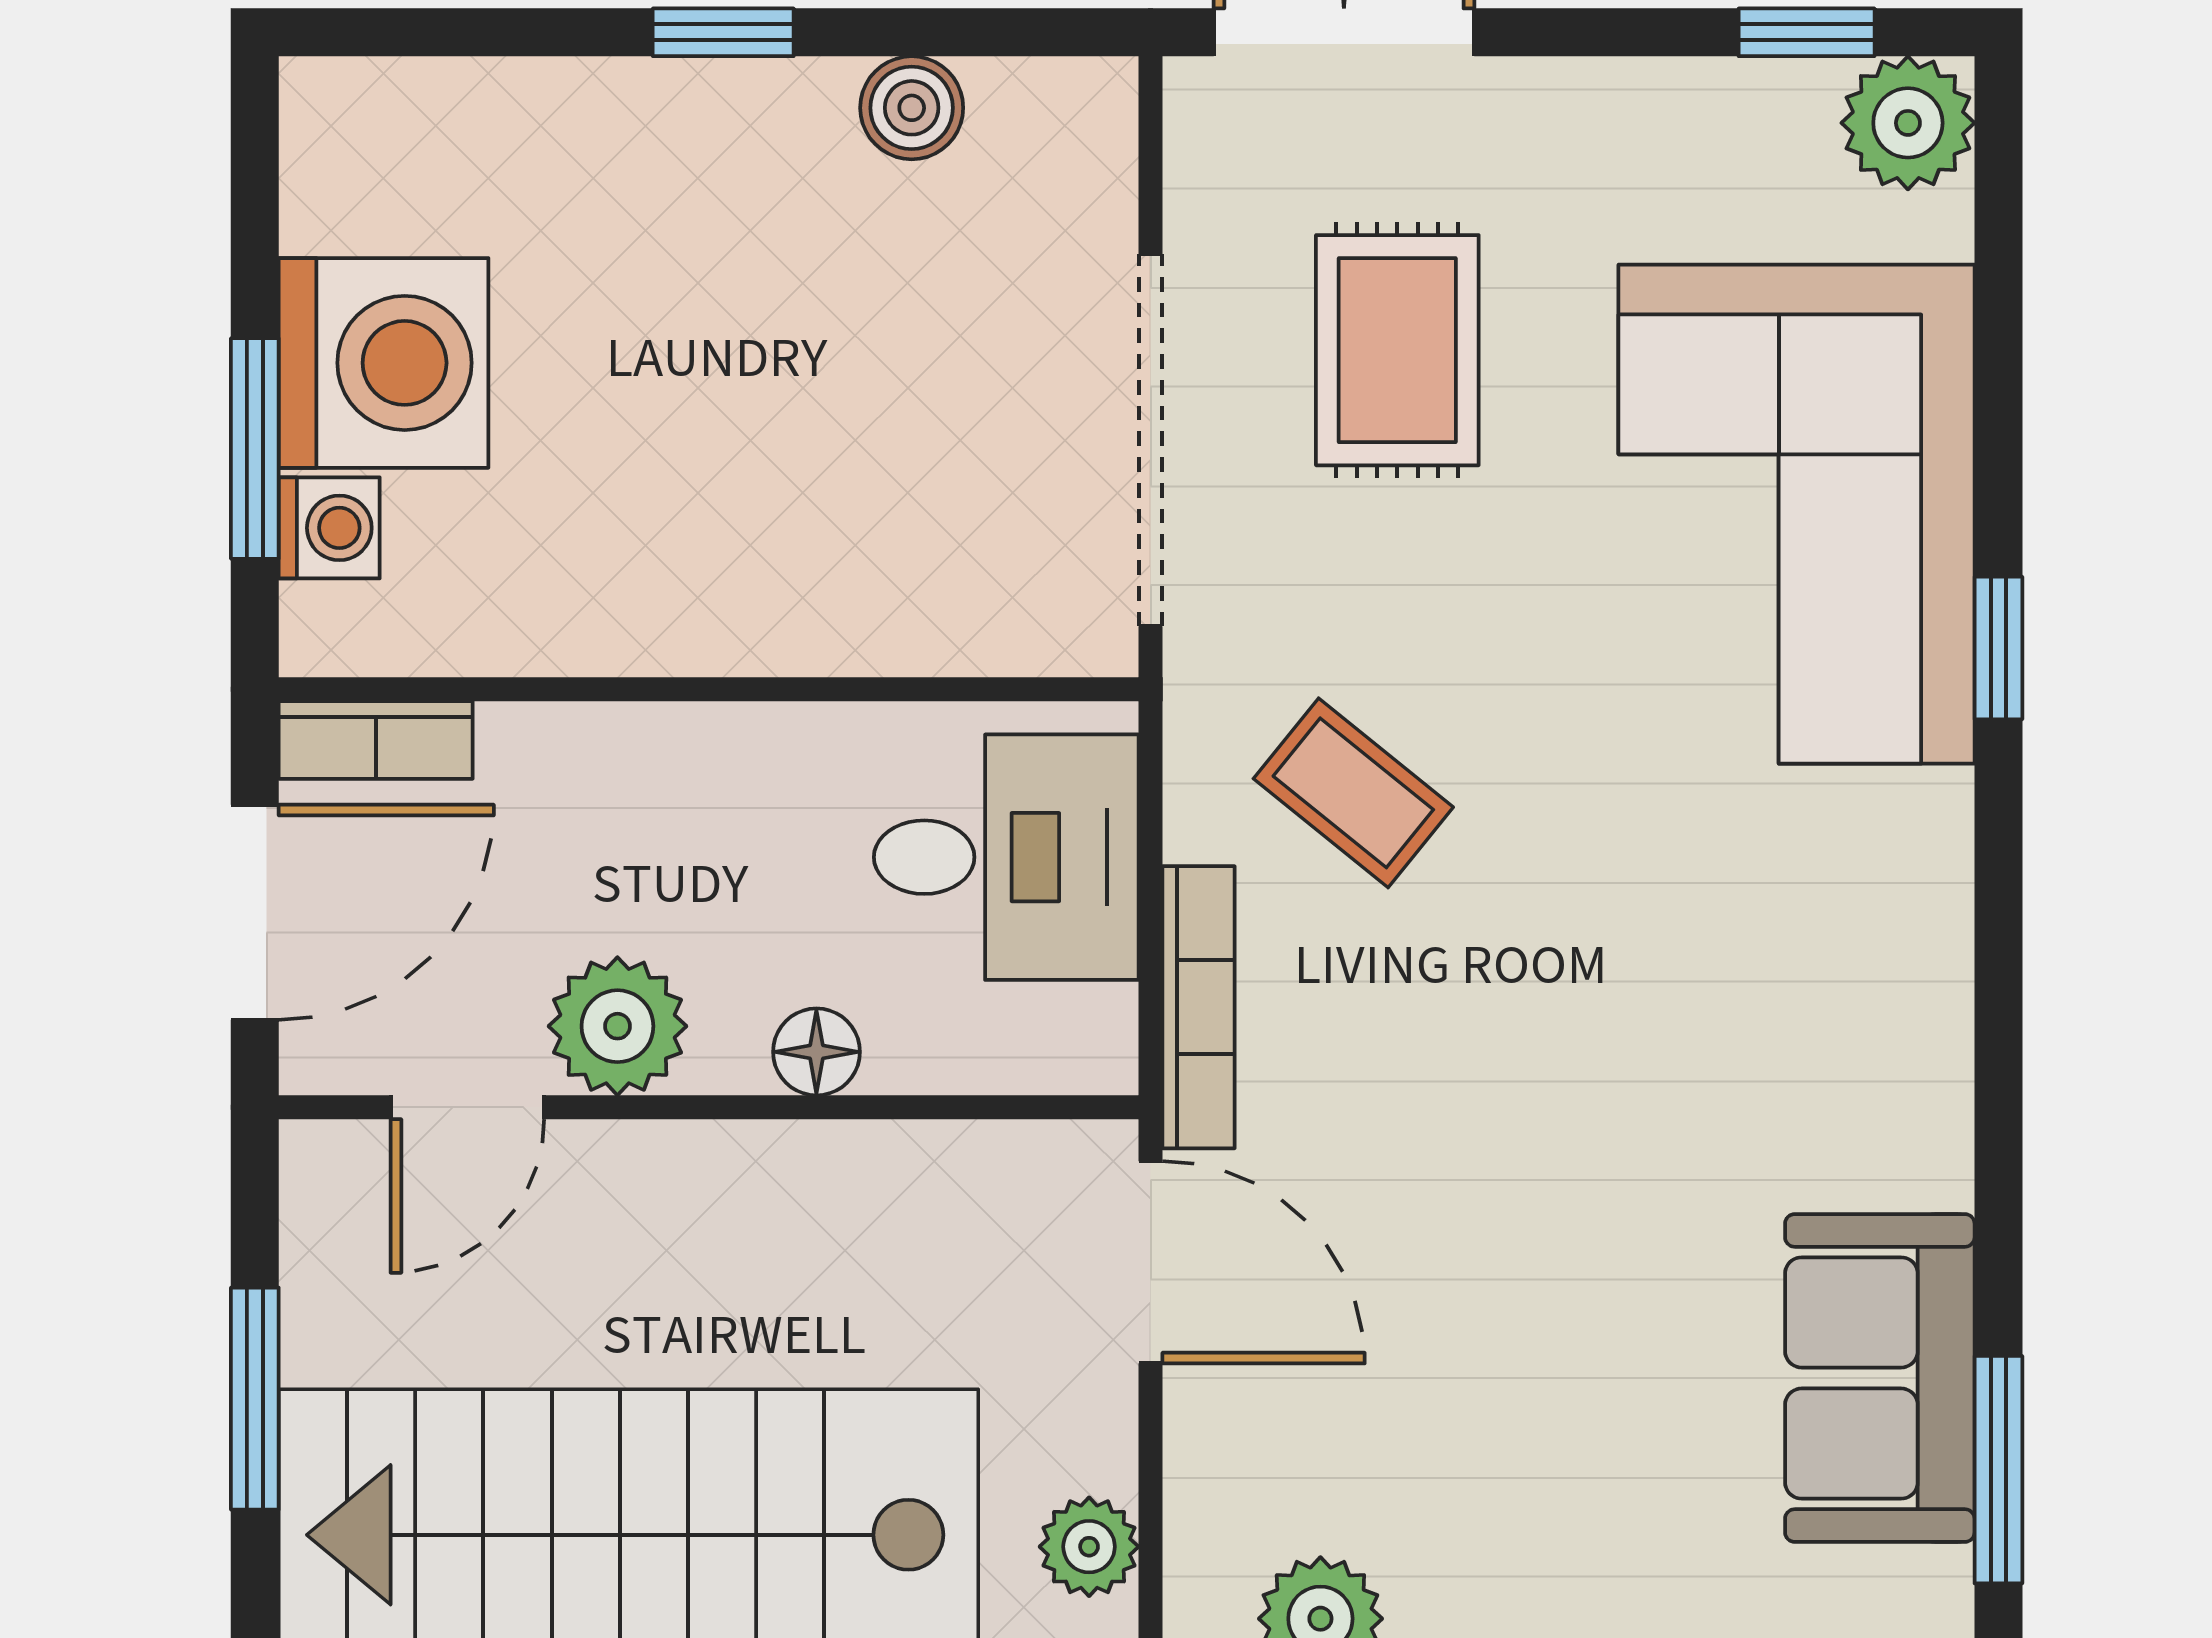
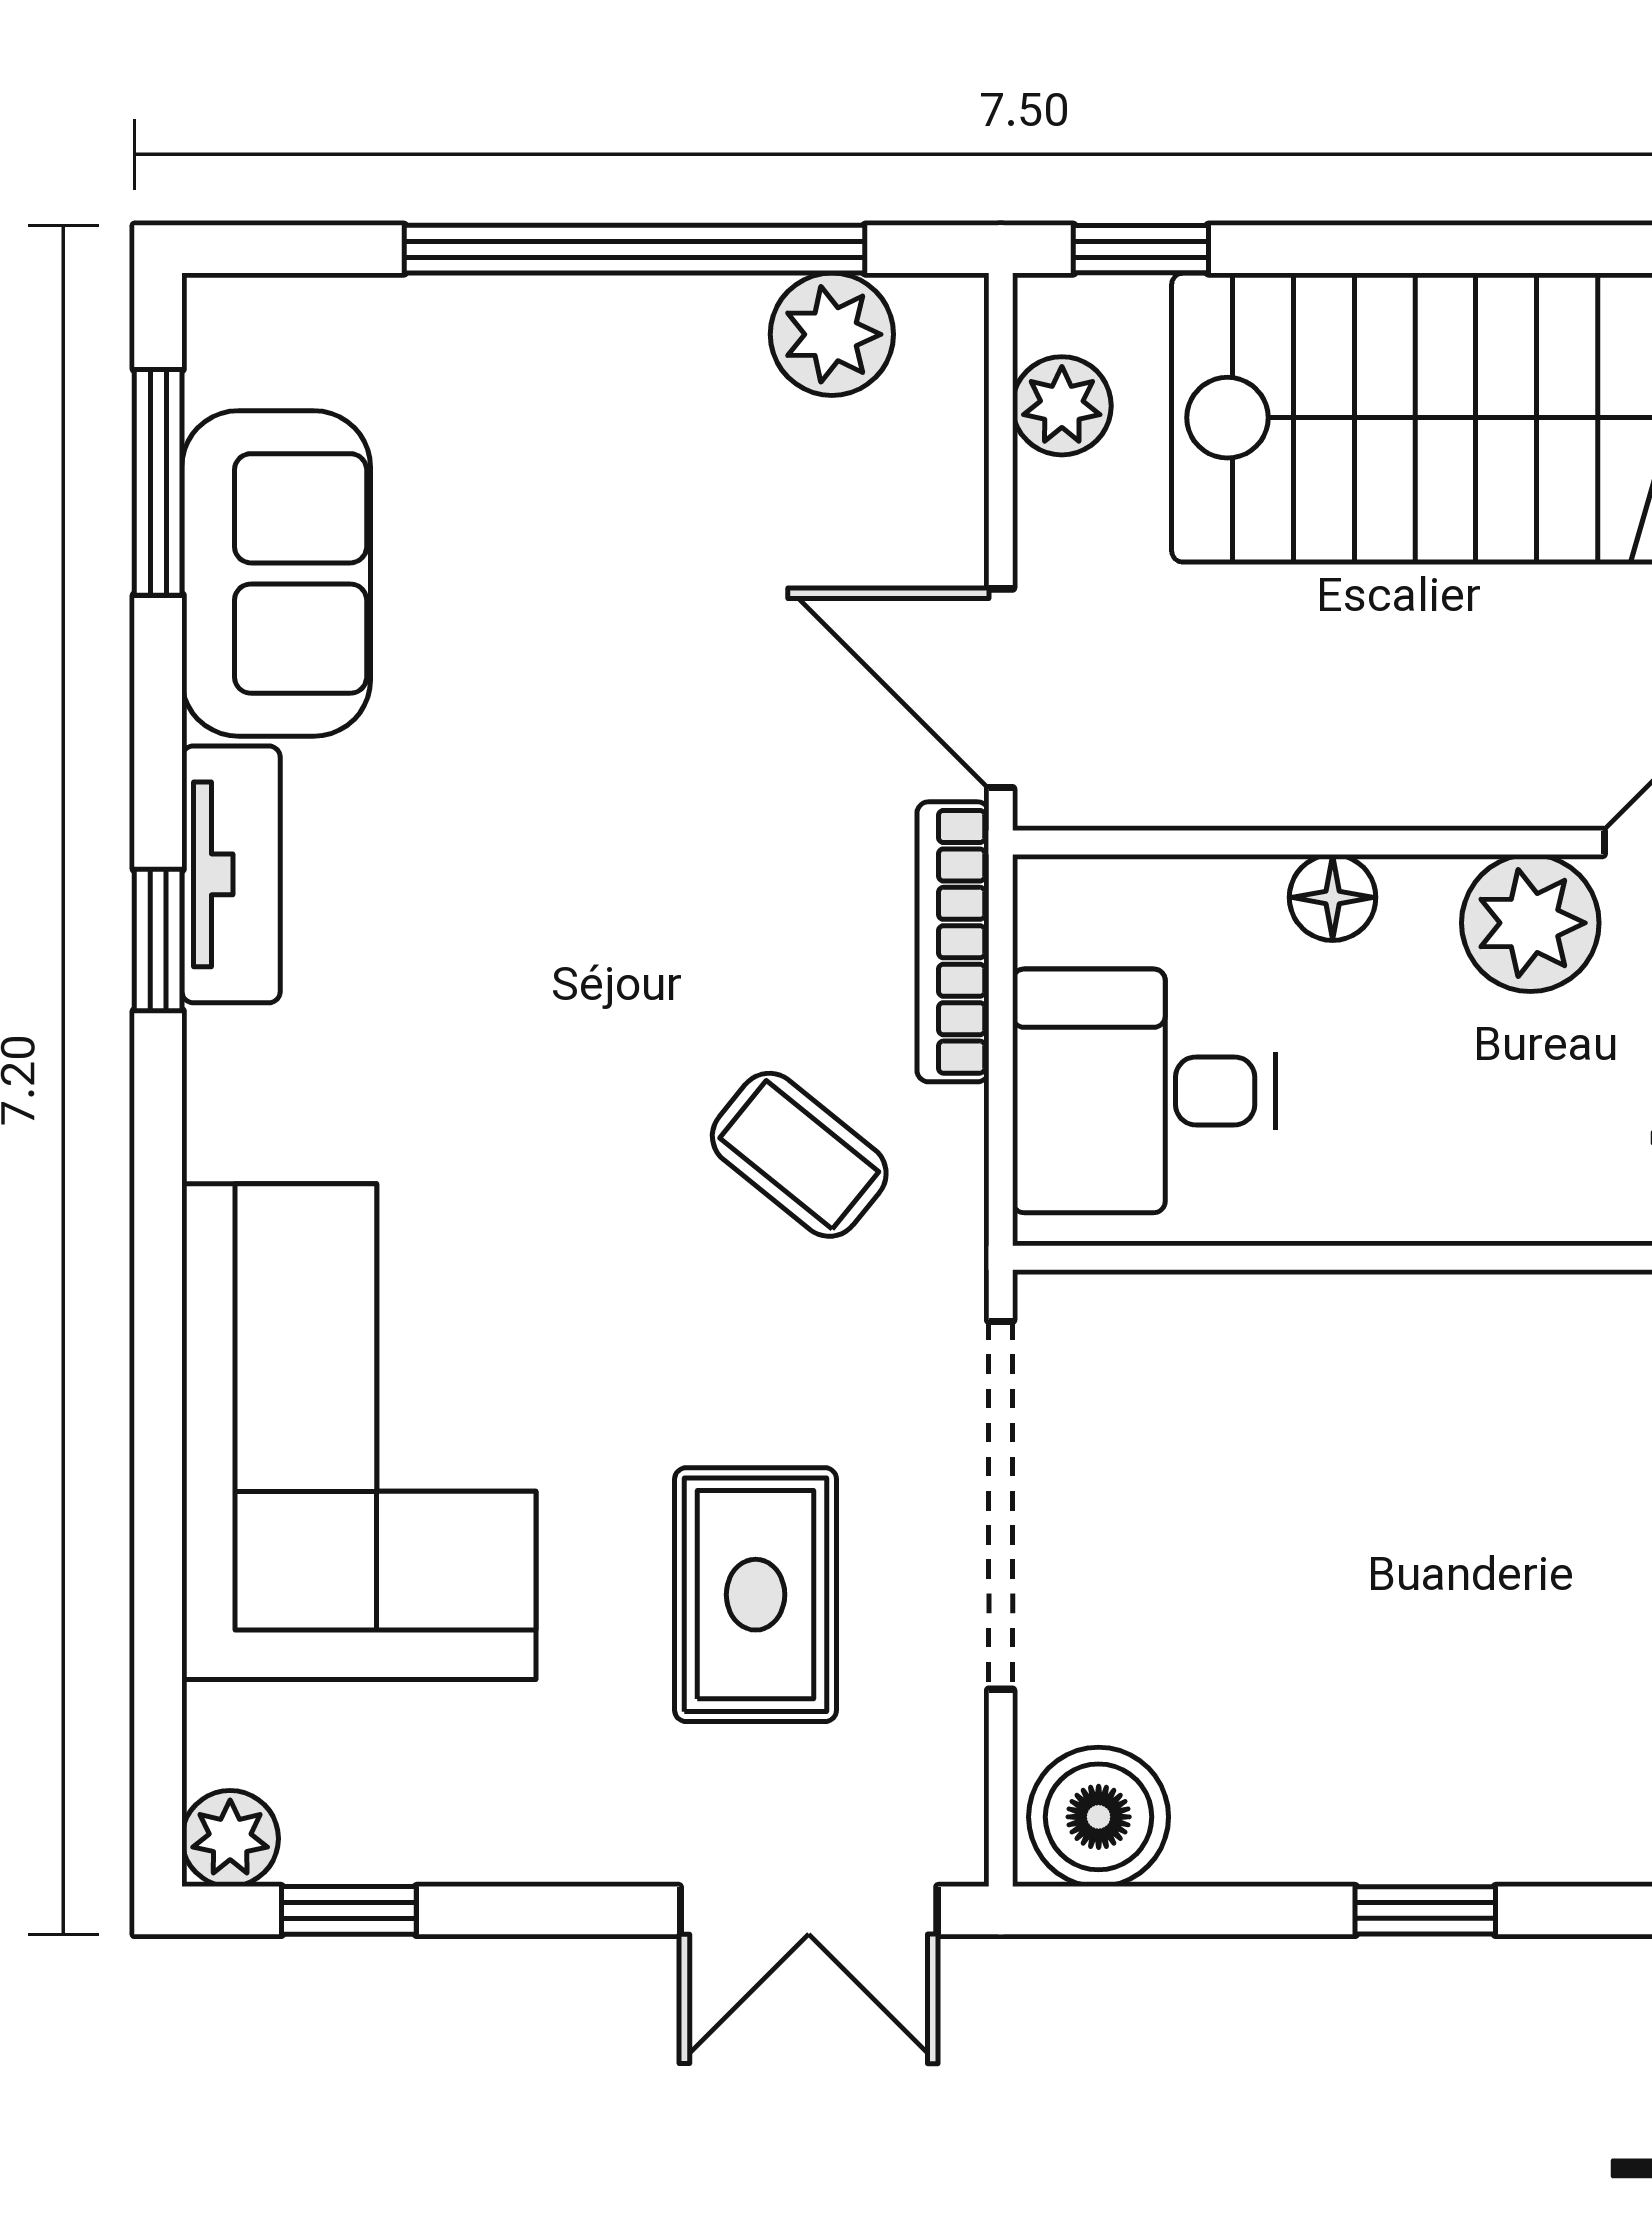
boiler: (912, 108) -> (1099, 1817), moved, width x1.36, depth x1.36
plant: (1908, 123) -> (230, 1839), width x0.73, depth x0.73
window: (1998, 648) -> (158, 940), moved
tv unit: (1925, 1075) -> (231, 874), added

